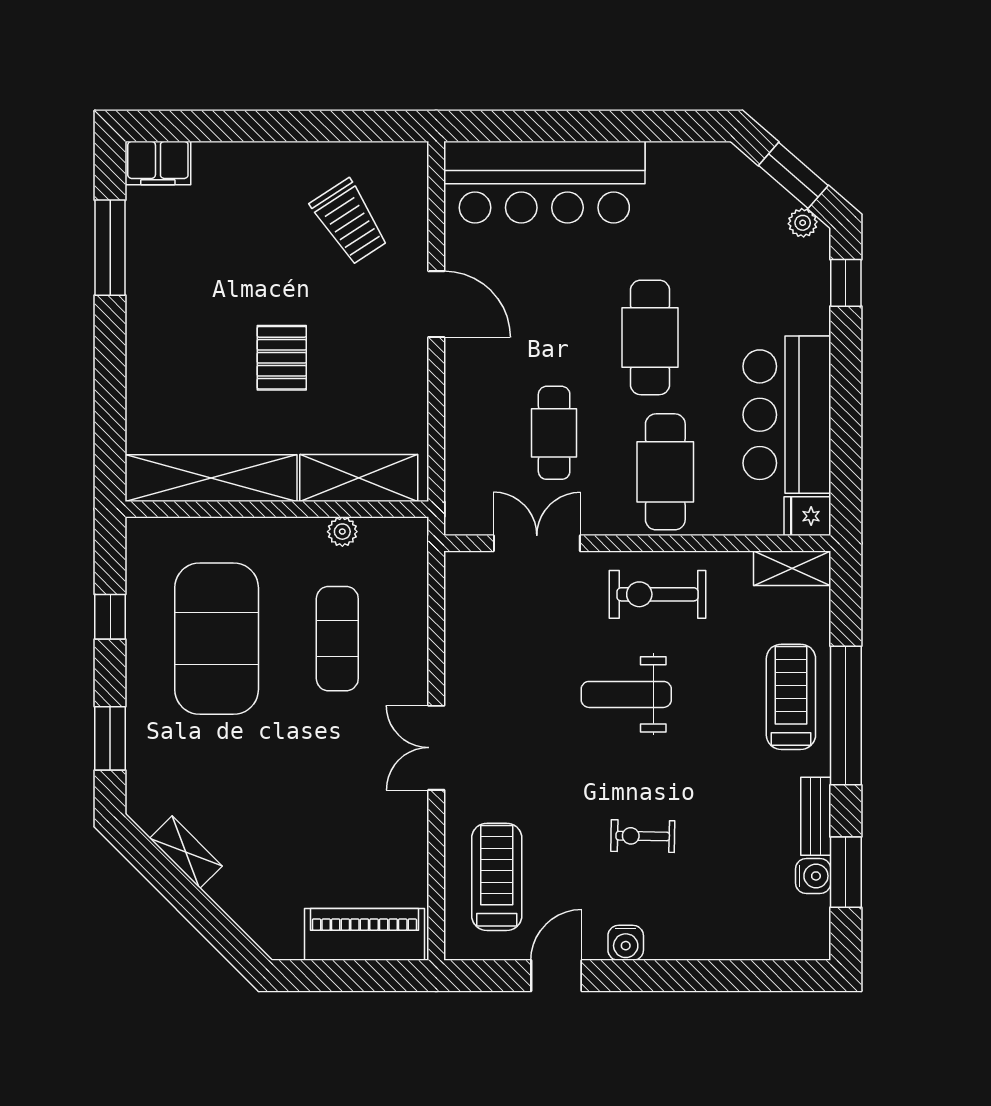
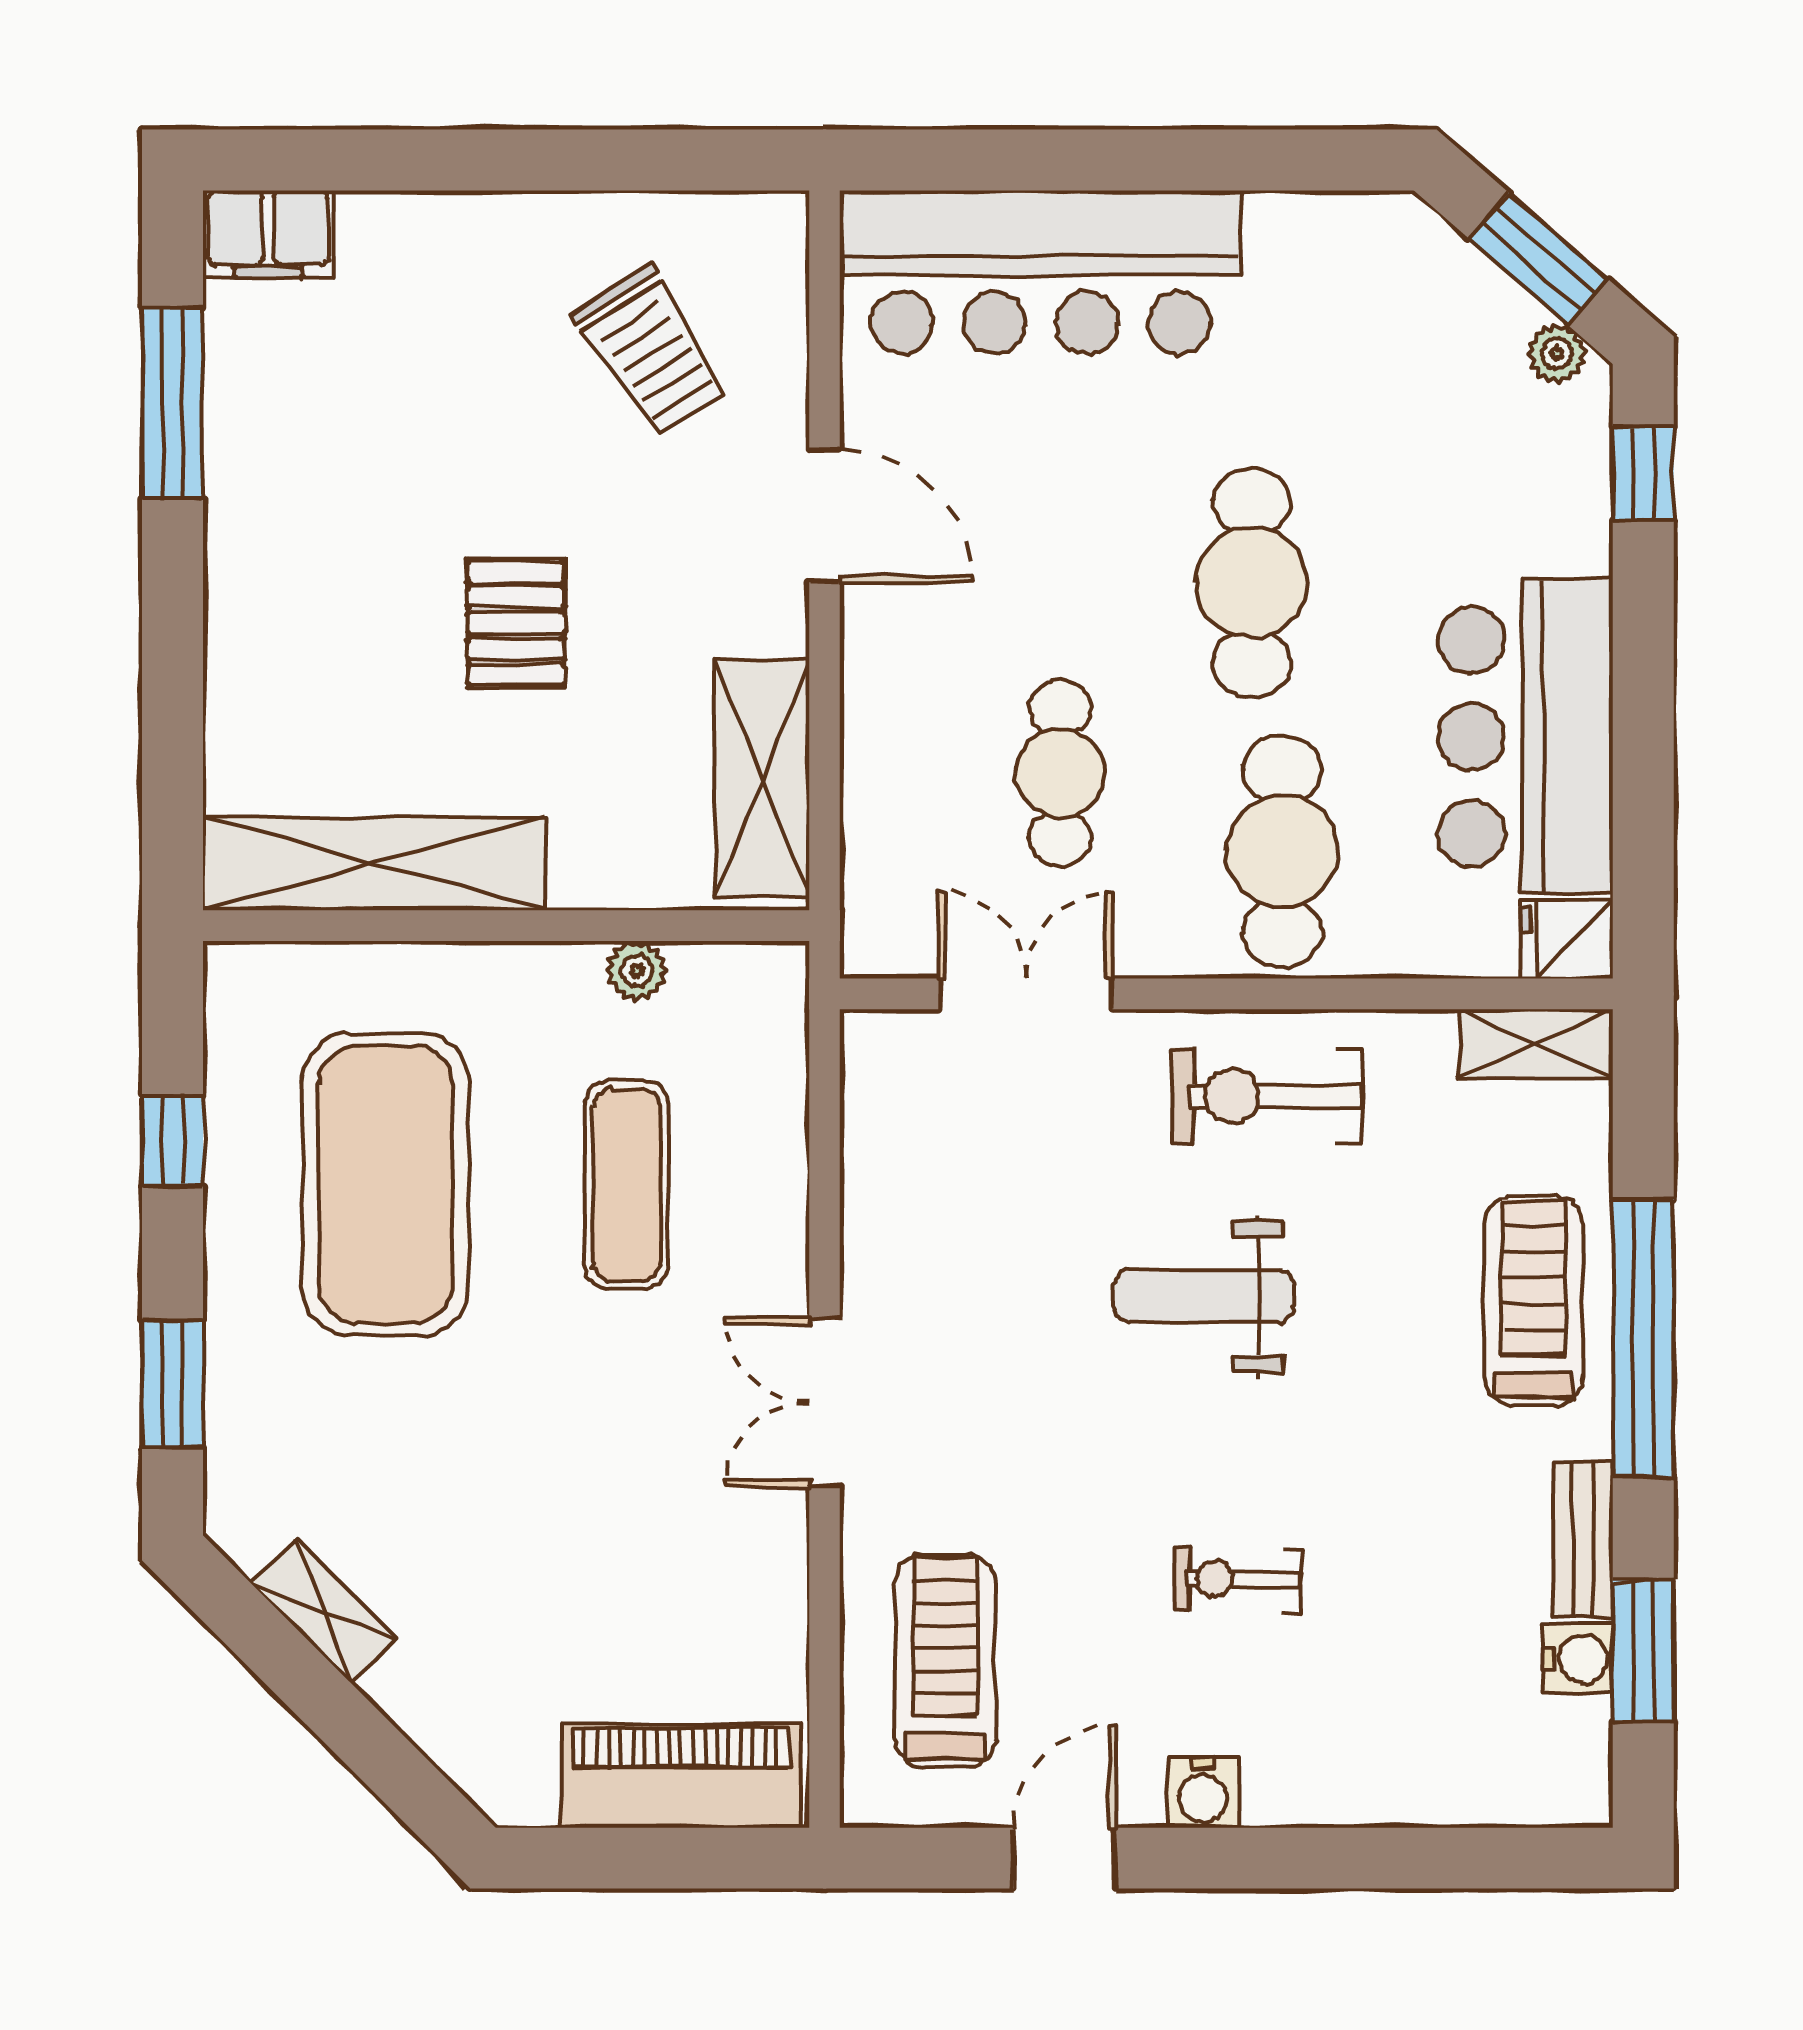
shelving: (359, 478) -> (762, 778), moved, turned 90

